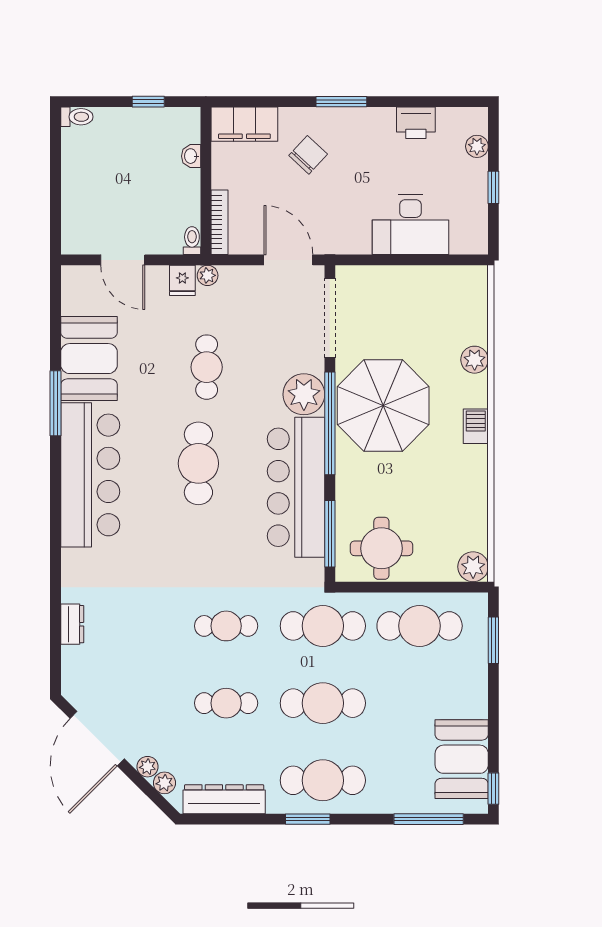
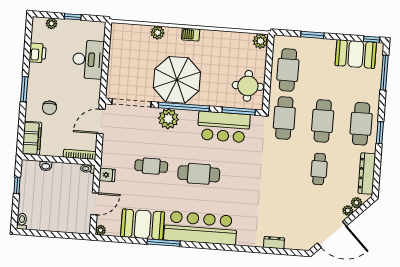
chair: (308, 155) -> (49, 108), turned -133
plant: (208, 275) -> (101, 230), moved
bar counter: (296, 487) -> (224, 127), width x0.73
cafe table: (226, 626) -> (281, 166), removed
window: (493, 640) -> (312, 35), moved

